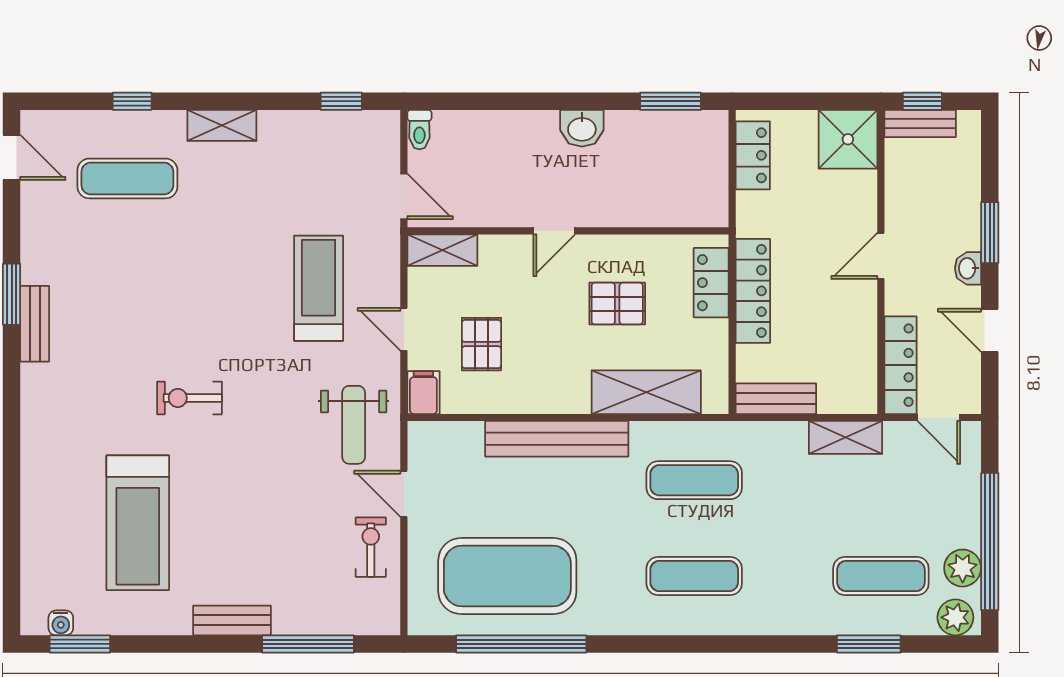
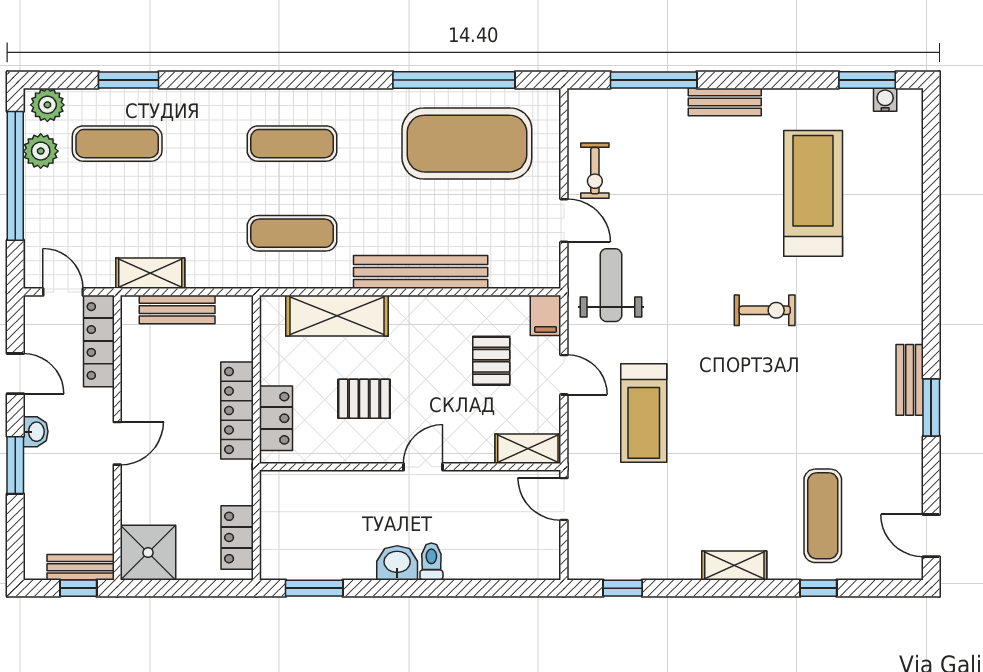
toilet: (419, 130) -> (431, 562), moved
exercise mat: (127, 178) -> (823, 516), turned 90
bench: (776, 399) -> (177, 310), moved

